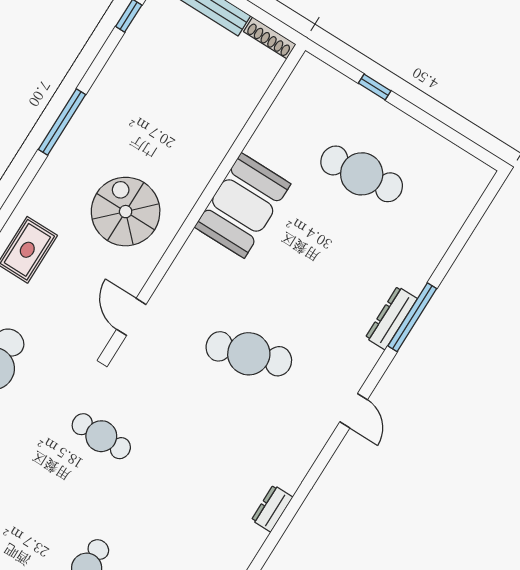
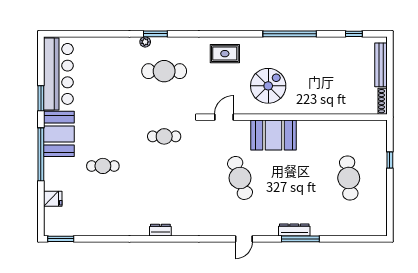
window: (62, 122) -> (290, 34), width x1.46
booth: (243, 205) -> (274, 135), moved
cafe table: (101, 436) -> (164, 136), turned 90
dresser: (272, 509) -> (160, 230), moved

